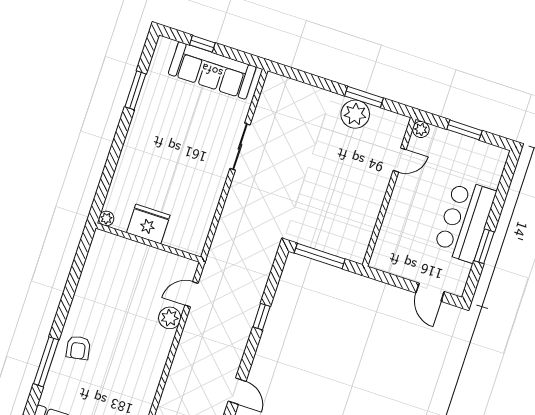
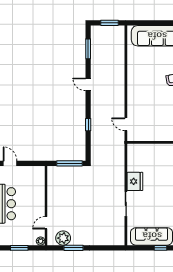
plant: (355, 114) -> (63, 238), moved
fridge: (148, 224) -> (135, 181), moved, turned -90
door: (192, 294) -> (126, 124), swing flipped
plant: (170, 318) -> (133, 109), removed

